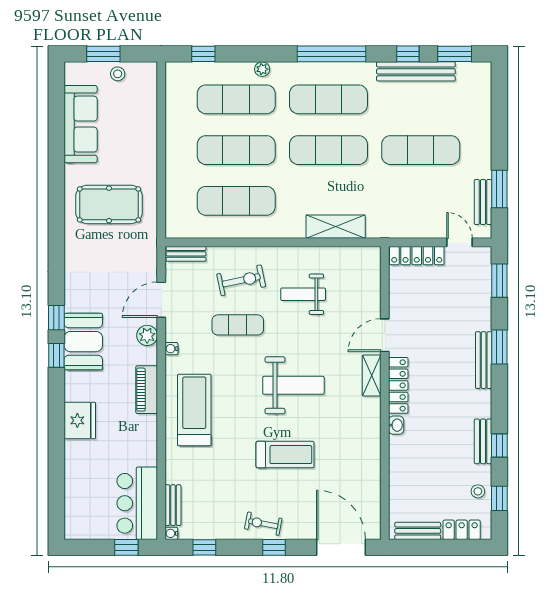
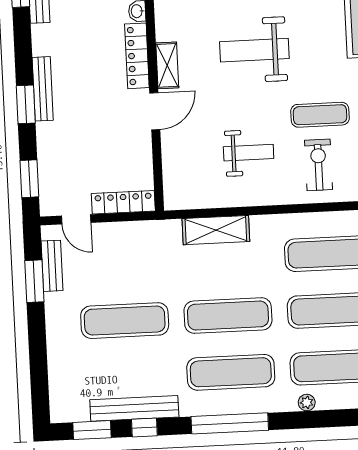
exercise bike: (241, 280) -> (319, 165), turned 102

